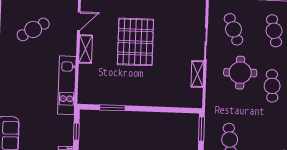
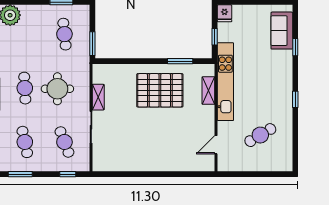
pallet: (135, 42) -> (160, 90), moved, turned 90
shelving: (86, 49) -> (208, 91), moved
round table: (240, 73) -> (57, 89), moved
kitchen unit: (67, 85) -> (225, 82), width x1.36

